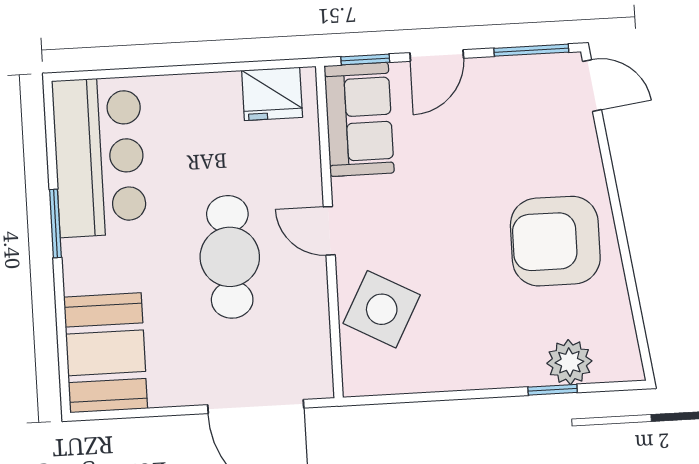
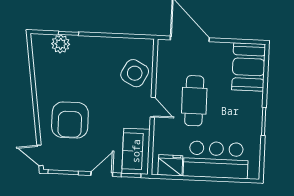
bar counter: (99, 157) -> (216, 160), moved, turned 90
armchair: (555, 241) -> (70, 120), moved, turned 90

